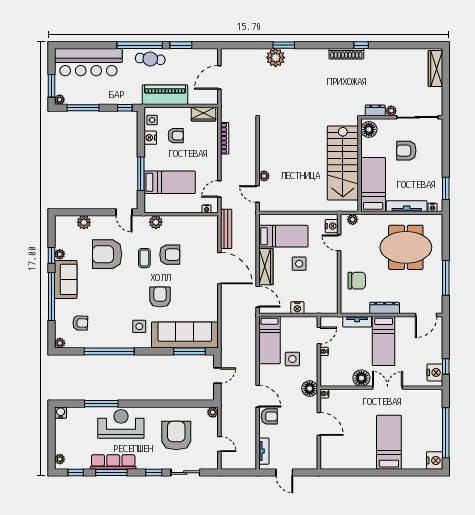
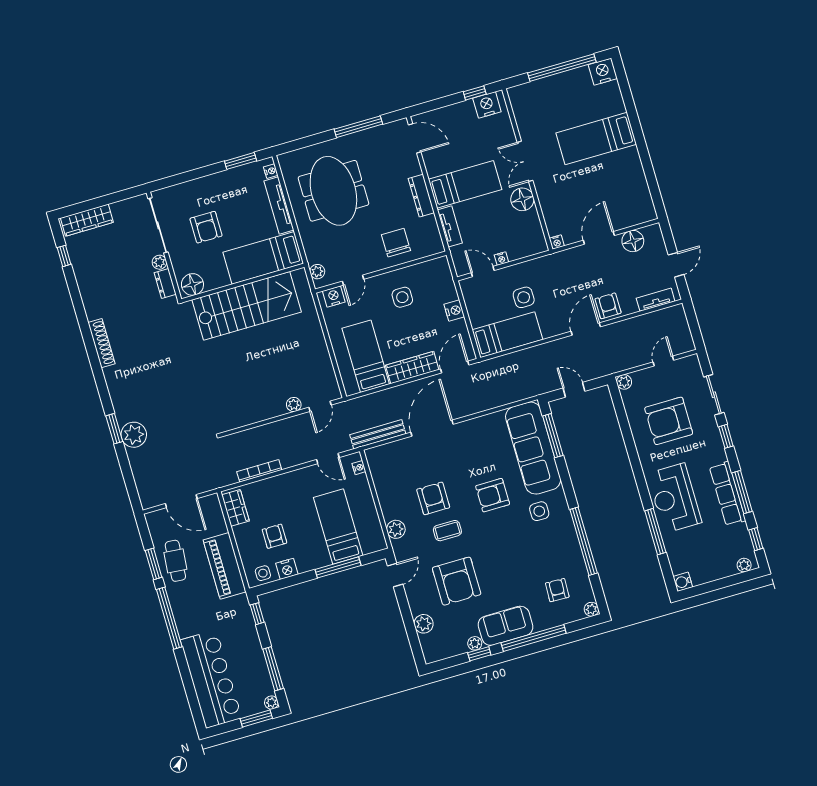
window: (361, 45) -> (64, 256), moved
cafe table: (150, 59) -> (175, 561), moved
side table: (299, 264) -> (402, 297), moved
floor lamp: (310, 389) -> (633, 241), moved

